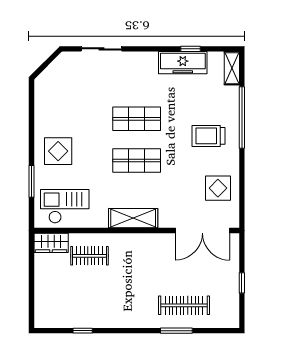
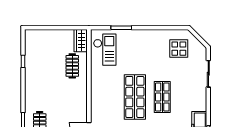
display table: (58, 151) -> (179, 49), moved
shop shelf: (137, 161) -> (135, 97), width x1.43, depth x1.36
shelving: (133, 218) -> (97, 95), removed

